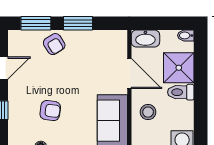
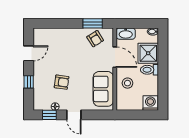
window: (36, 23) -> (52, 23), removed
window: (78, 23) -> (93, 23), moved
armchair: (54, 44) -> (95, 39), moved

